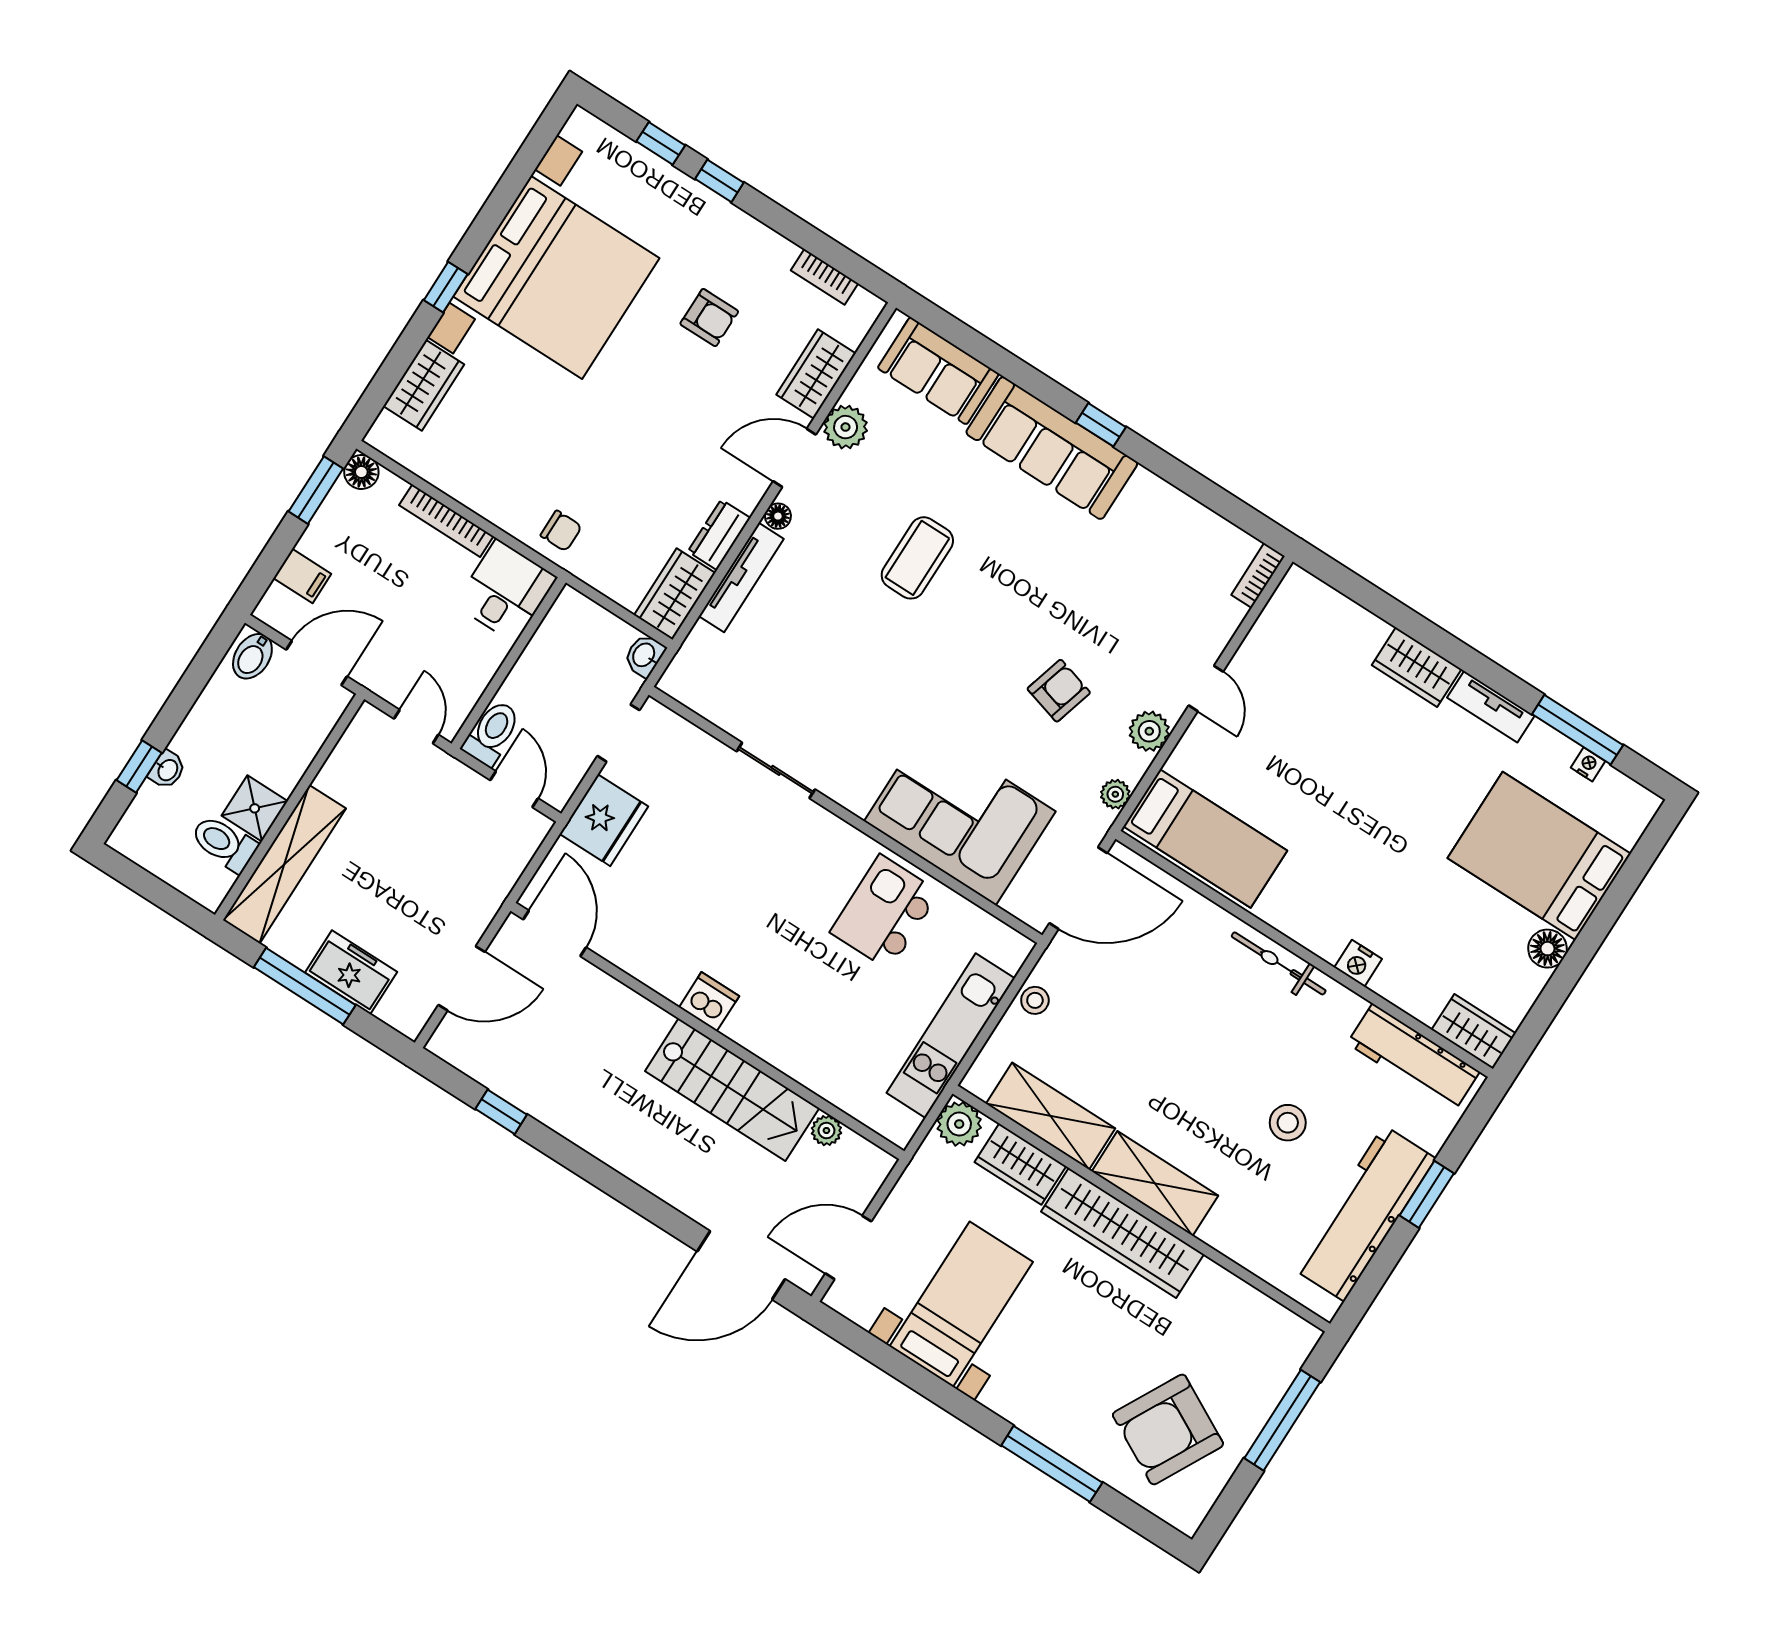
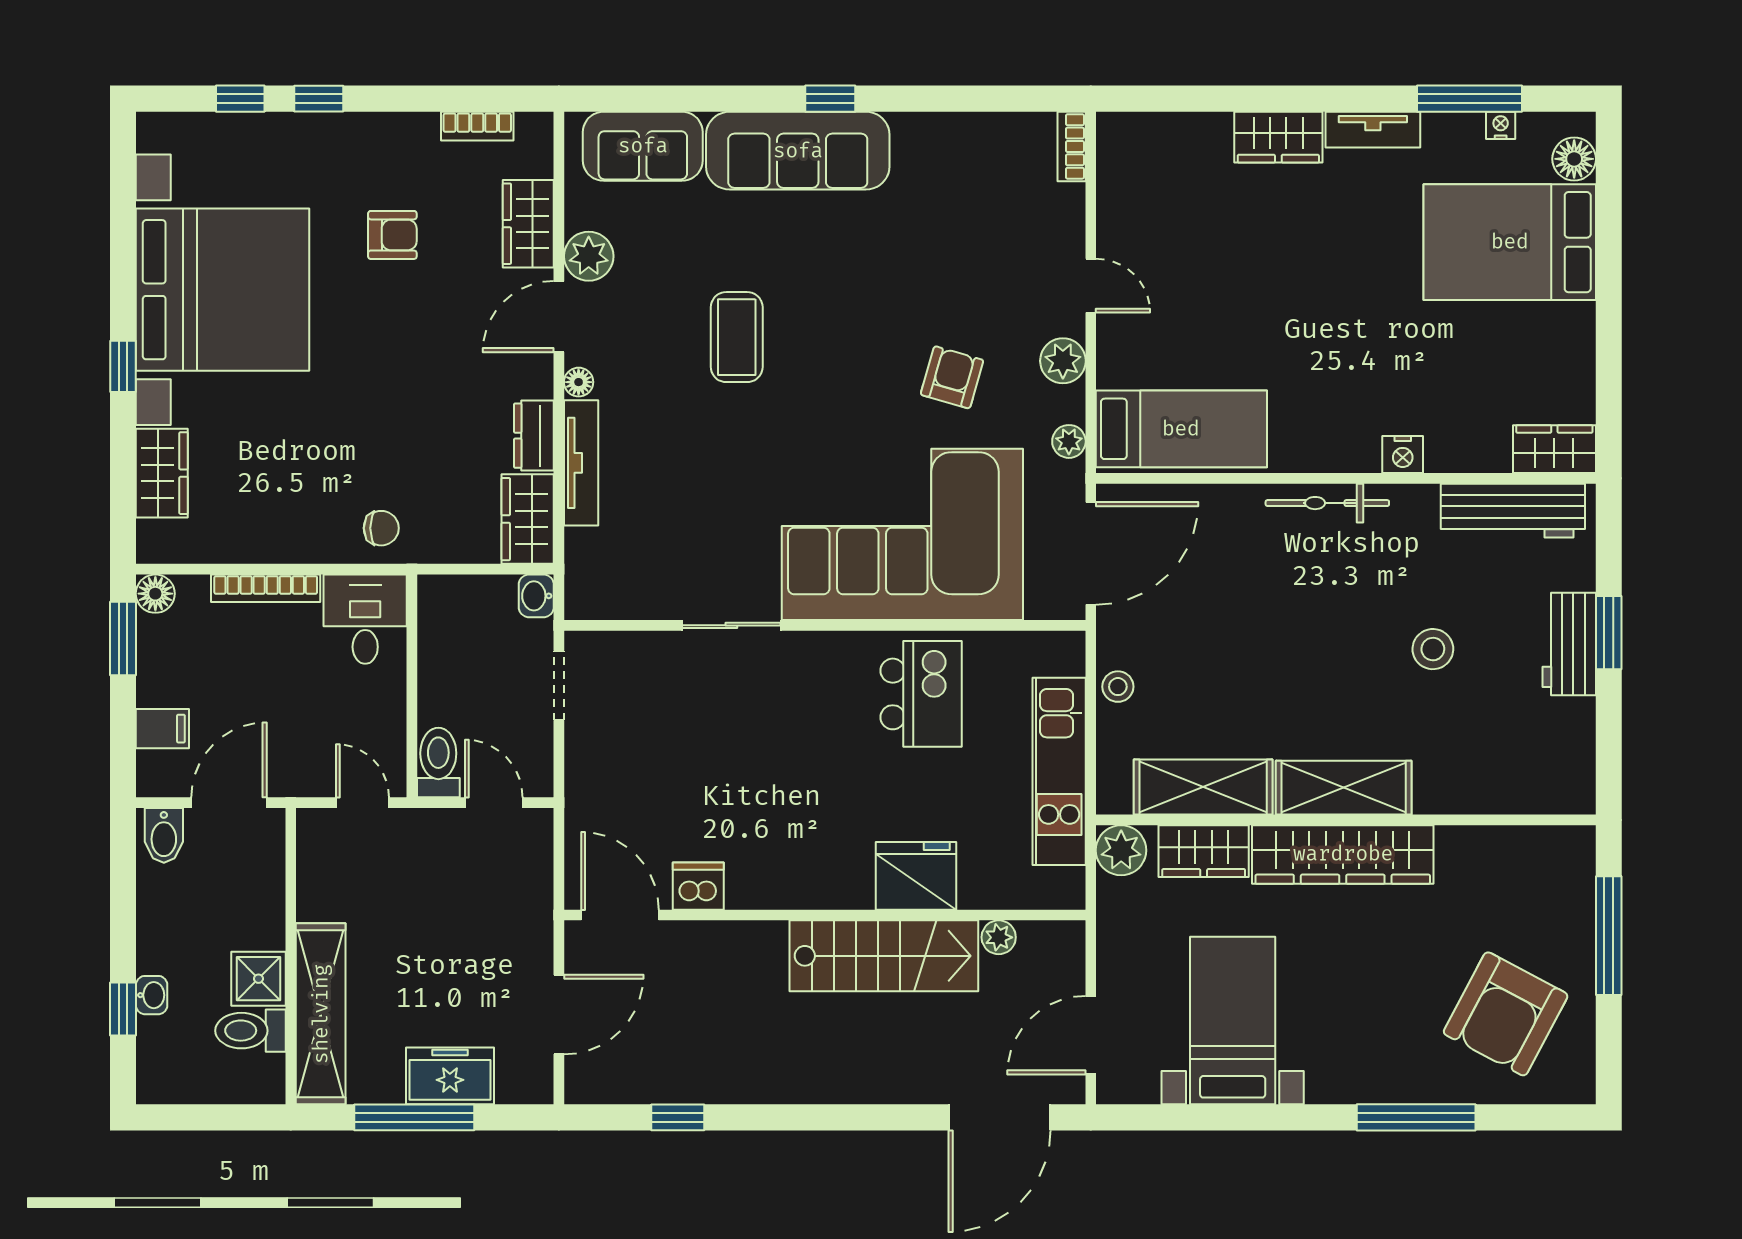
corner sofa: (960, 816) -> (902, 534), width x1.36, depth x1.36
fridge: (604, 820) -> (916, 876), moved, turned -90
kitchen island: (885, 912) -> (921, 694), turned 180
floor lamp: (1547, 949) -> (1574, 159), moved
dishwasher: (709, 1002) -> (698, 886), moved
workbench: (1364, 1213) -> (1569, 644), width x0.53, depth x0.76

